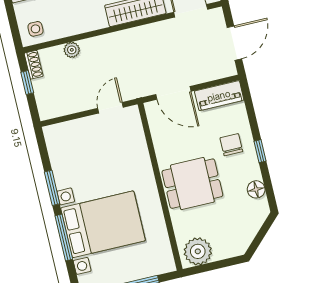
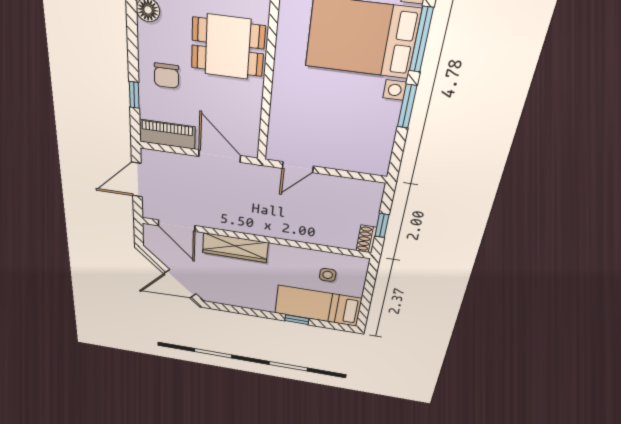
side table: (35, 29) -> (328, 275), moved
plant: (72, 50) -> (318, 237), removed
window: (260, 151) -> (134, 95), moved

